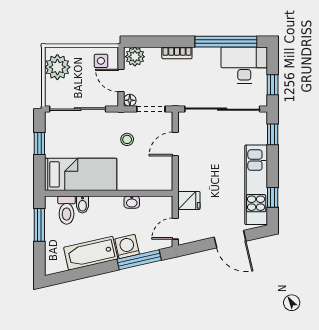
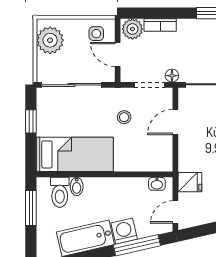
bookcase: (177, 53) -> (160, 25), moved
floor lamp: (130, 100) -> (172, 76), moved
washbasin: (132, 202) -> (157, 184), moved

